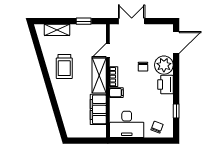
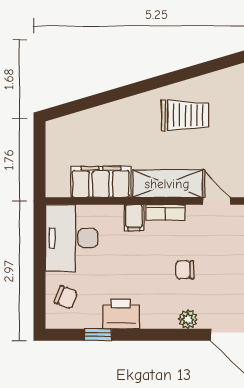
plant: (164, 65) -> (188, 319), width x0.53, depth x0.53
trolley: (64, 67) -> (185, 115), turned 180
printer: (165, 85) -> (121, 314), moved

